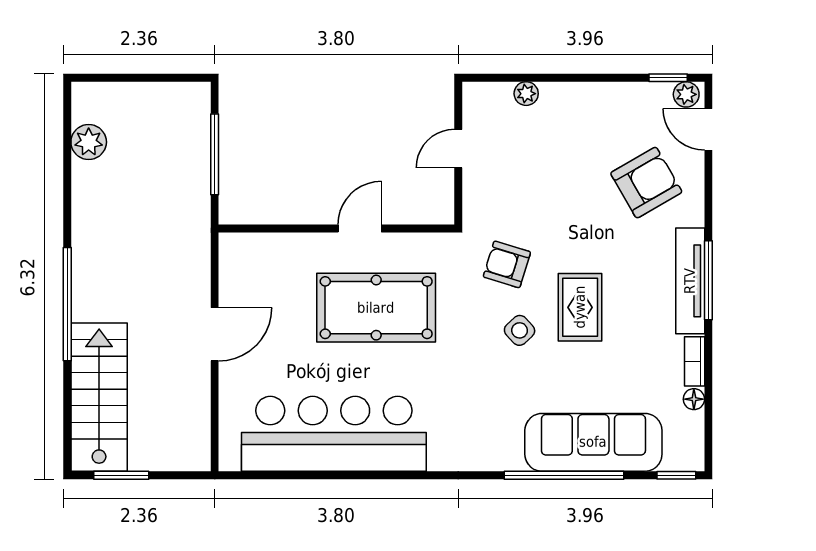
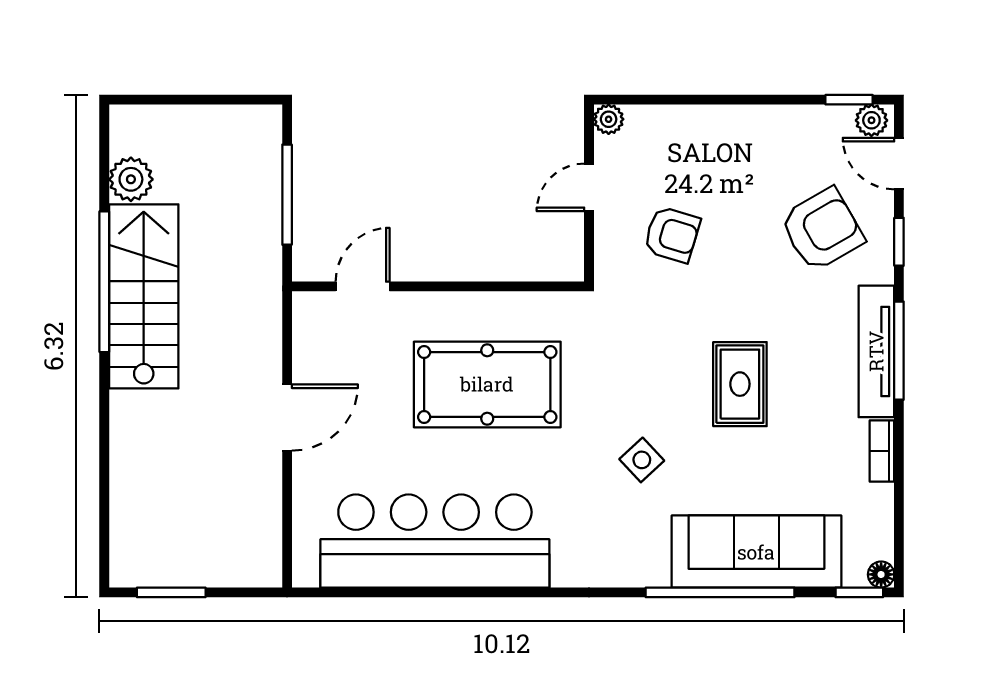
plant: (526, 94) -> (609, 119), moved
window: (708, 192) -> (899, 242), added
door: (360, 228) -> (363, 286), moved
armchair: (507, 264) -> (672, 234), moved, turned 180
window: (67, 304) -> (104, 282), moved
side table: (520, 330) -> (642, 460), moved
stairs: (99, 397) -> (144, 296), moved
floor lamp: (694, 399) -> (881, 574), moved

